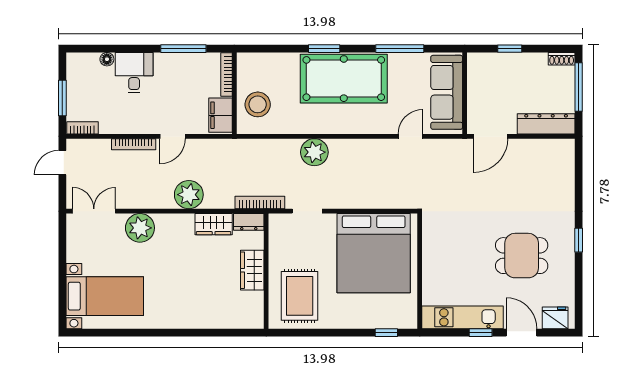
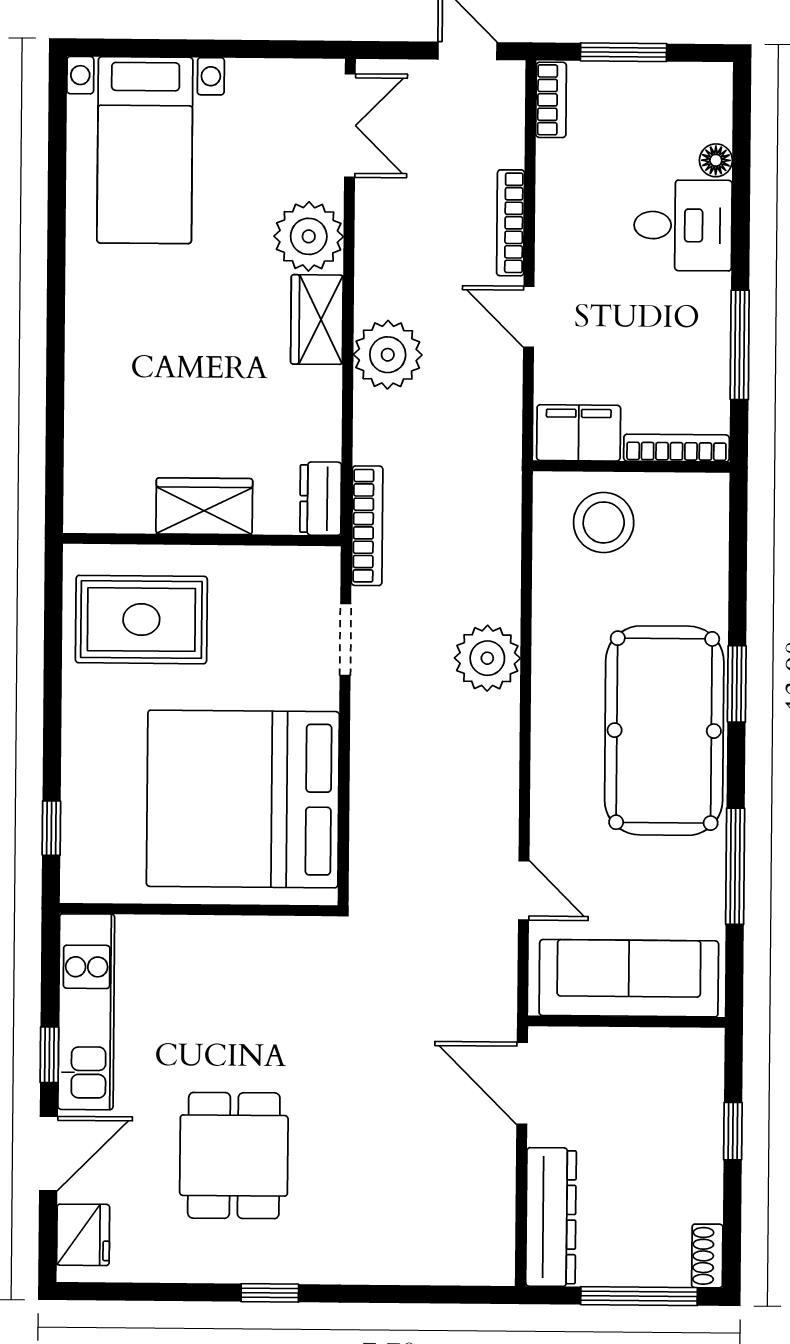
wardrobe: (214, 224) -> (317, 320), moved

